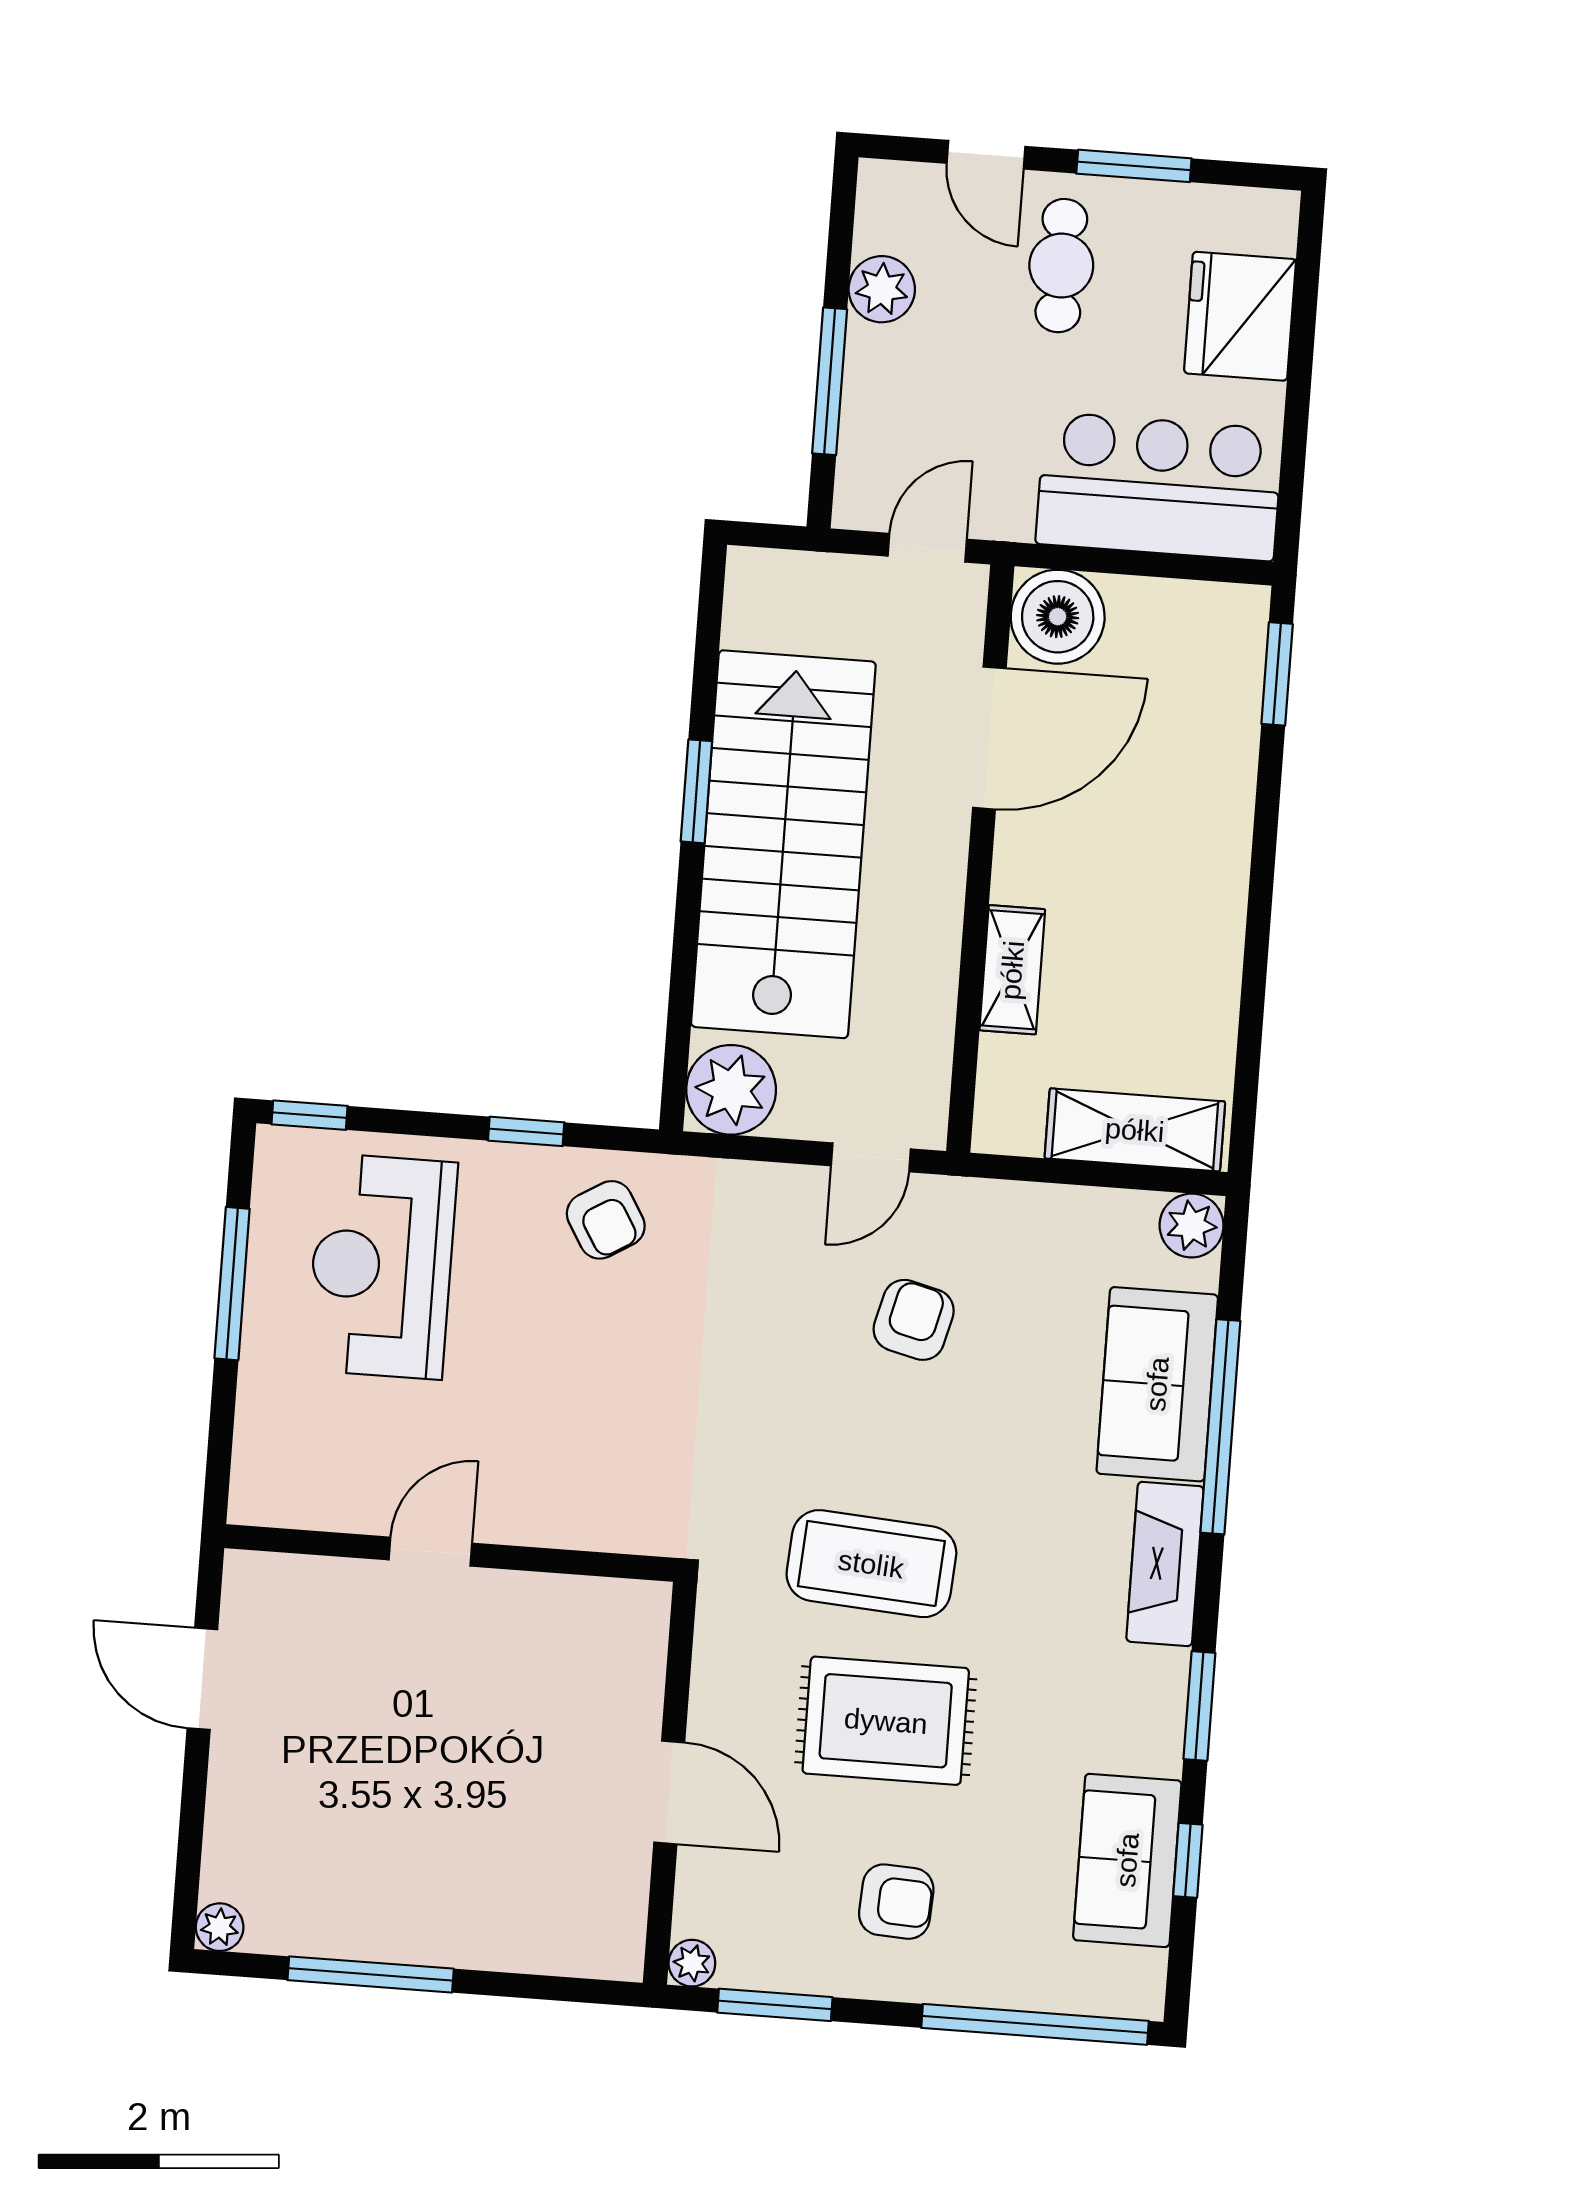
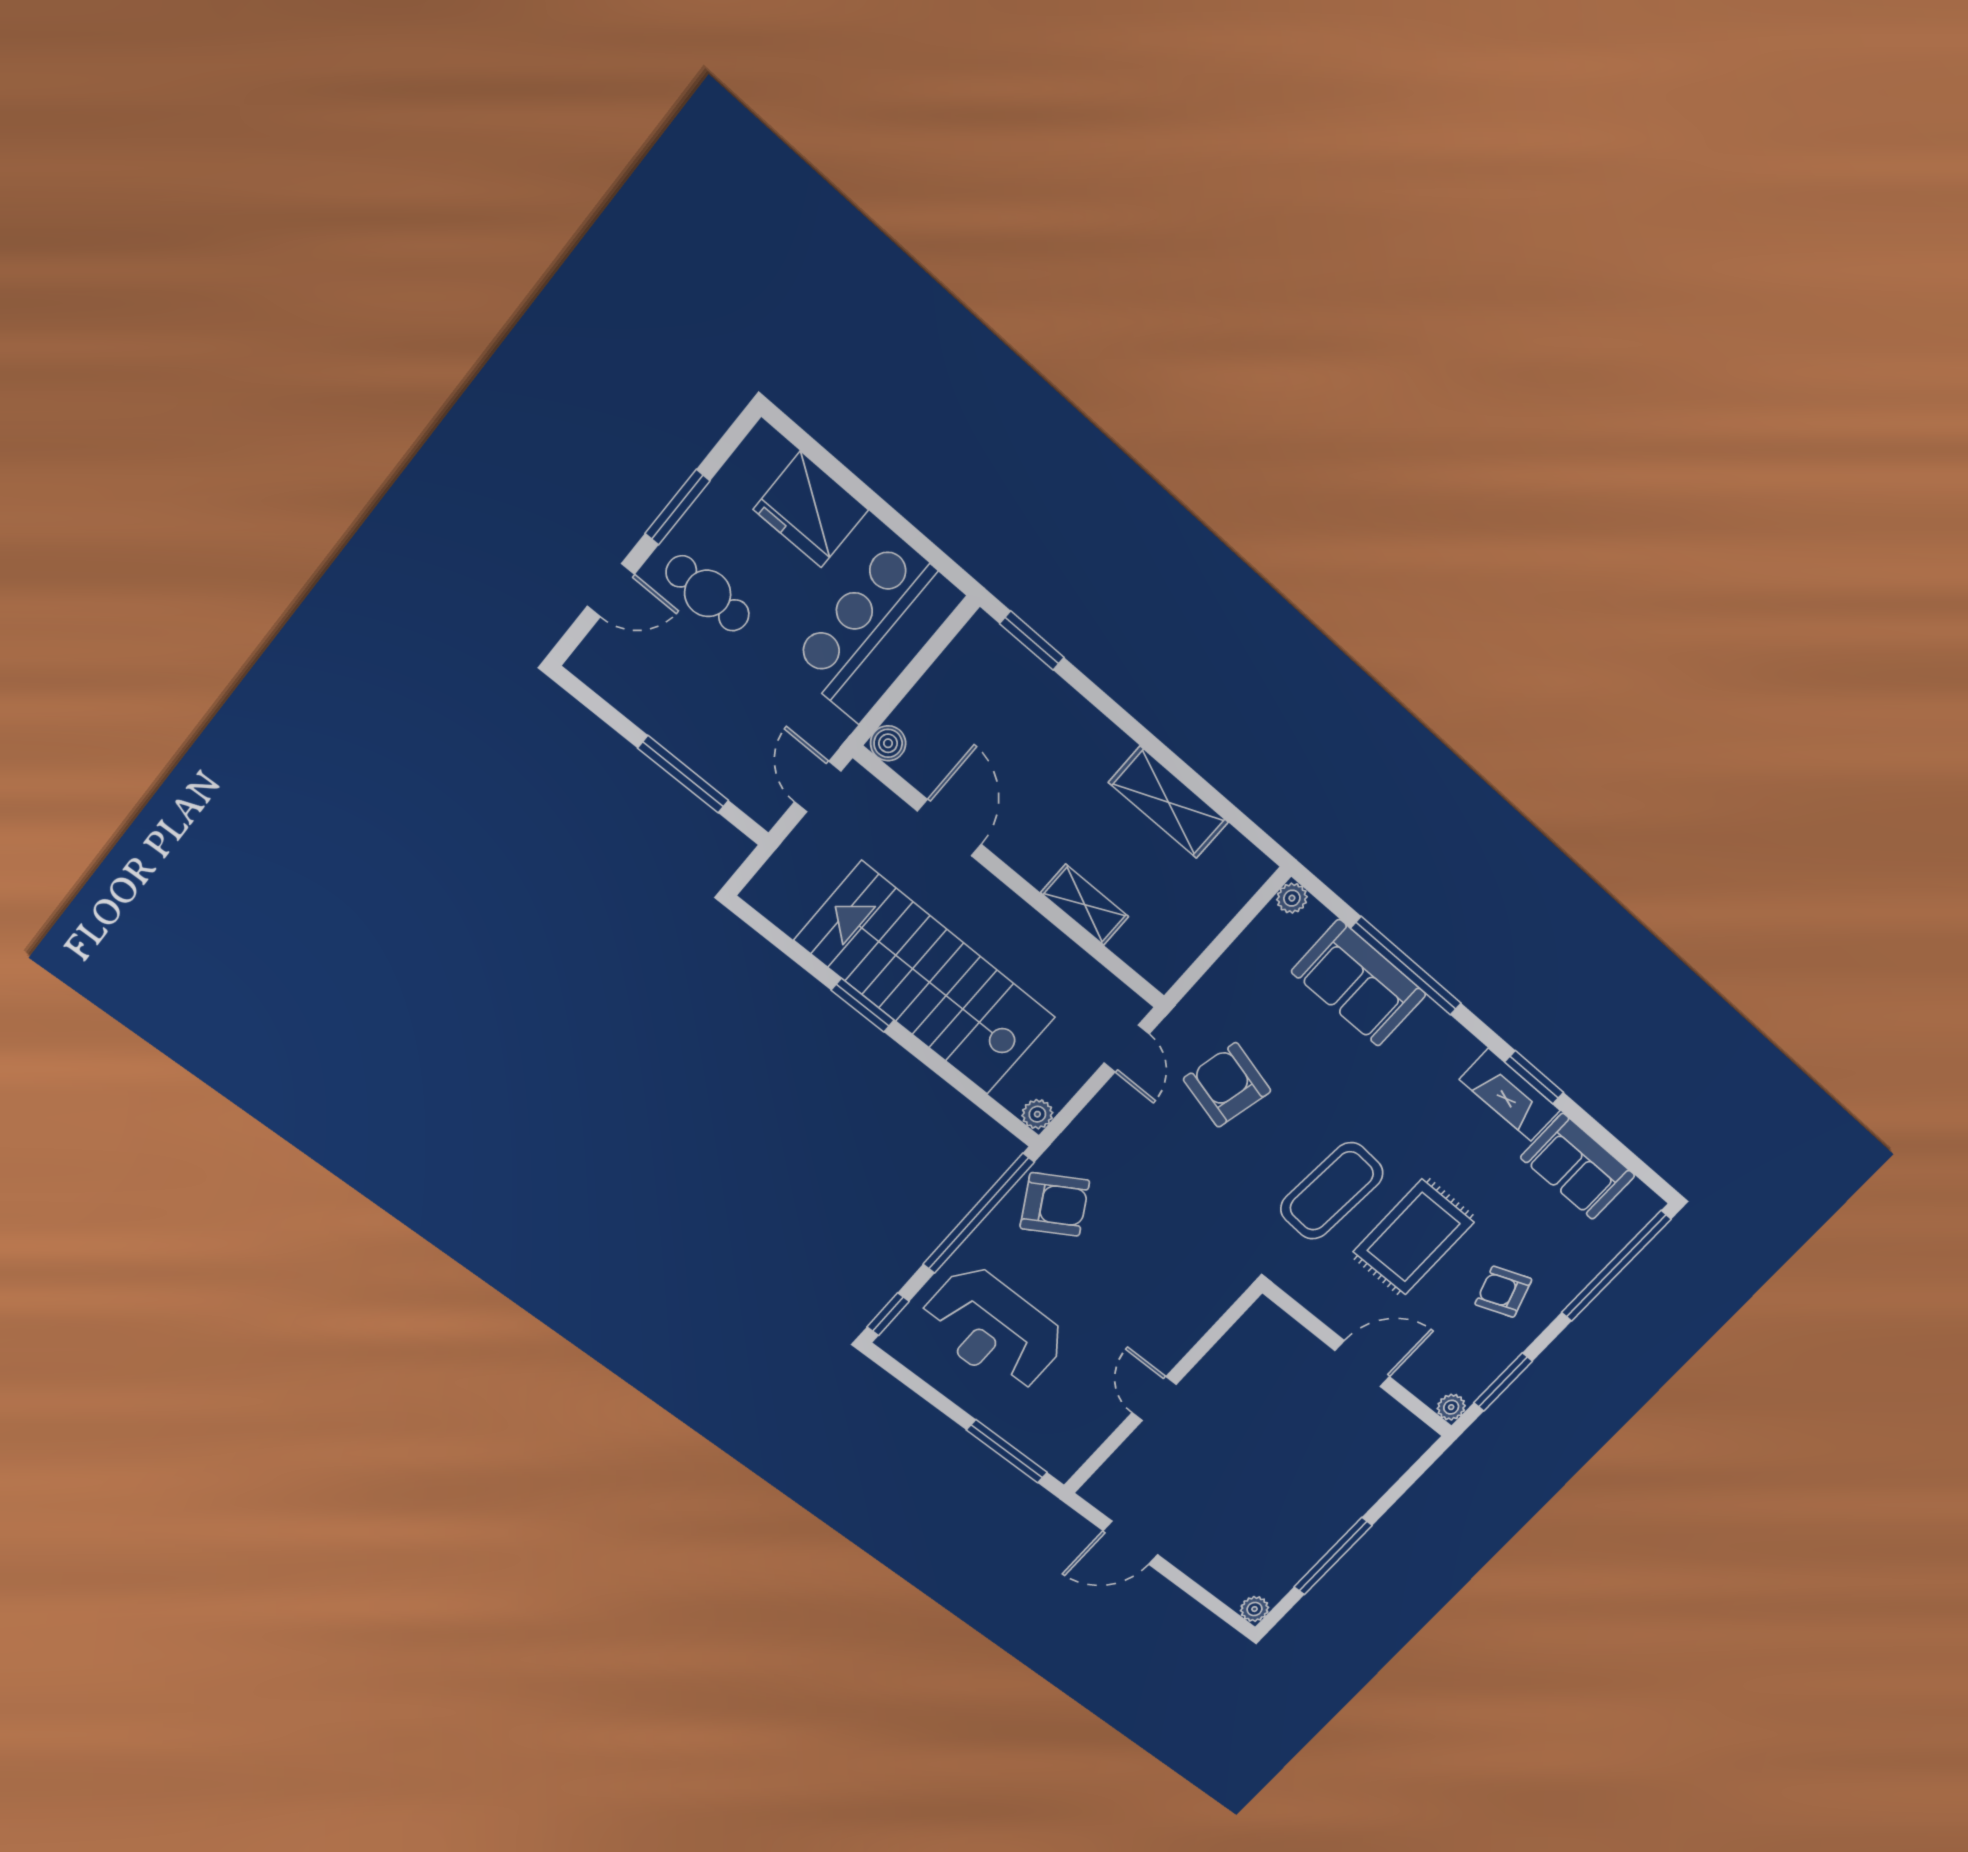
plant: (882, 289) -> (650, 707), removed
boiler: (1058, 617) -> (888, 743), width x0.54, depth x0.54
door: (989, 738) -> (949, 828), width x0.73
plant: (731, 1090) -> (1037, 1114), width x0.53, depth x0.53
shelving: (1135, 1130) -> (1169, 802), moved, turned 90
window: (526, 1131) -> (978, 1213), width x3.17
armchair: (606, 1220) -> (1055, 1204), width x1.38, depth x1.38
plant: (1192, 1226) -> (1292, 898), width x0.73, depth x0.73
window: (232, 1284) -> (1007, 1451), moved
armchair: (914, 1320) -> (1227, 1085), width x1.38, depth x1.38
fireplace: (1165, 1564) -> (1510, 1095), moved
window: (1188, 1860) -> (1603, 1137), removed
armchair: (896, 1902) -> (1503, 1292), turned -113

